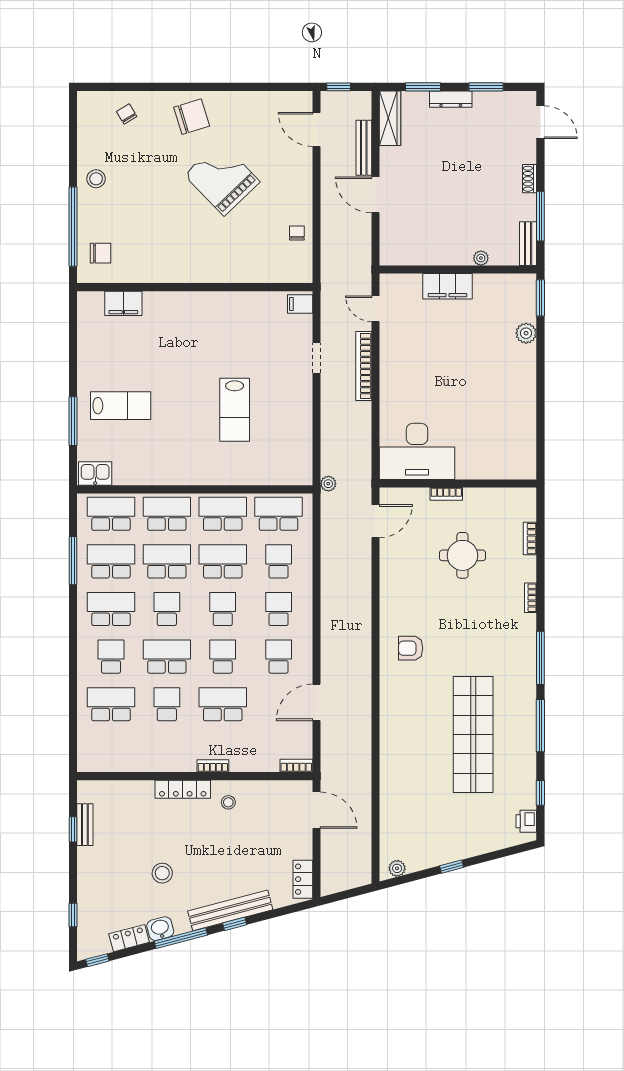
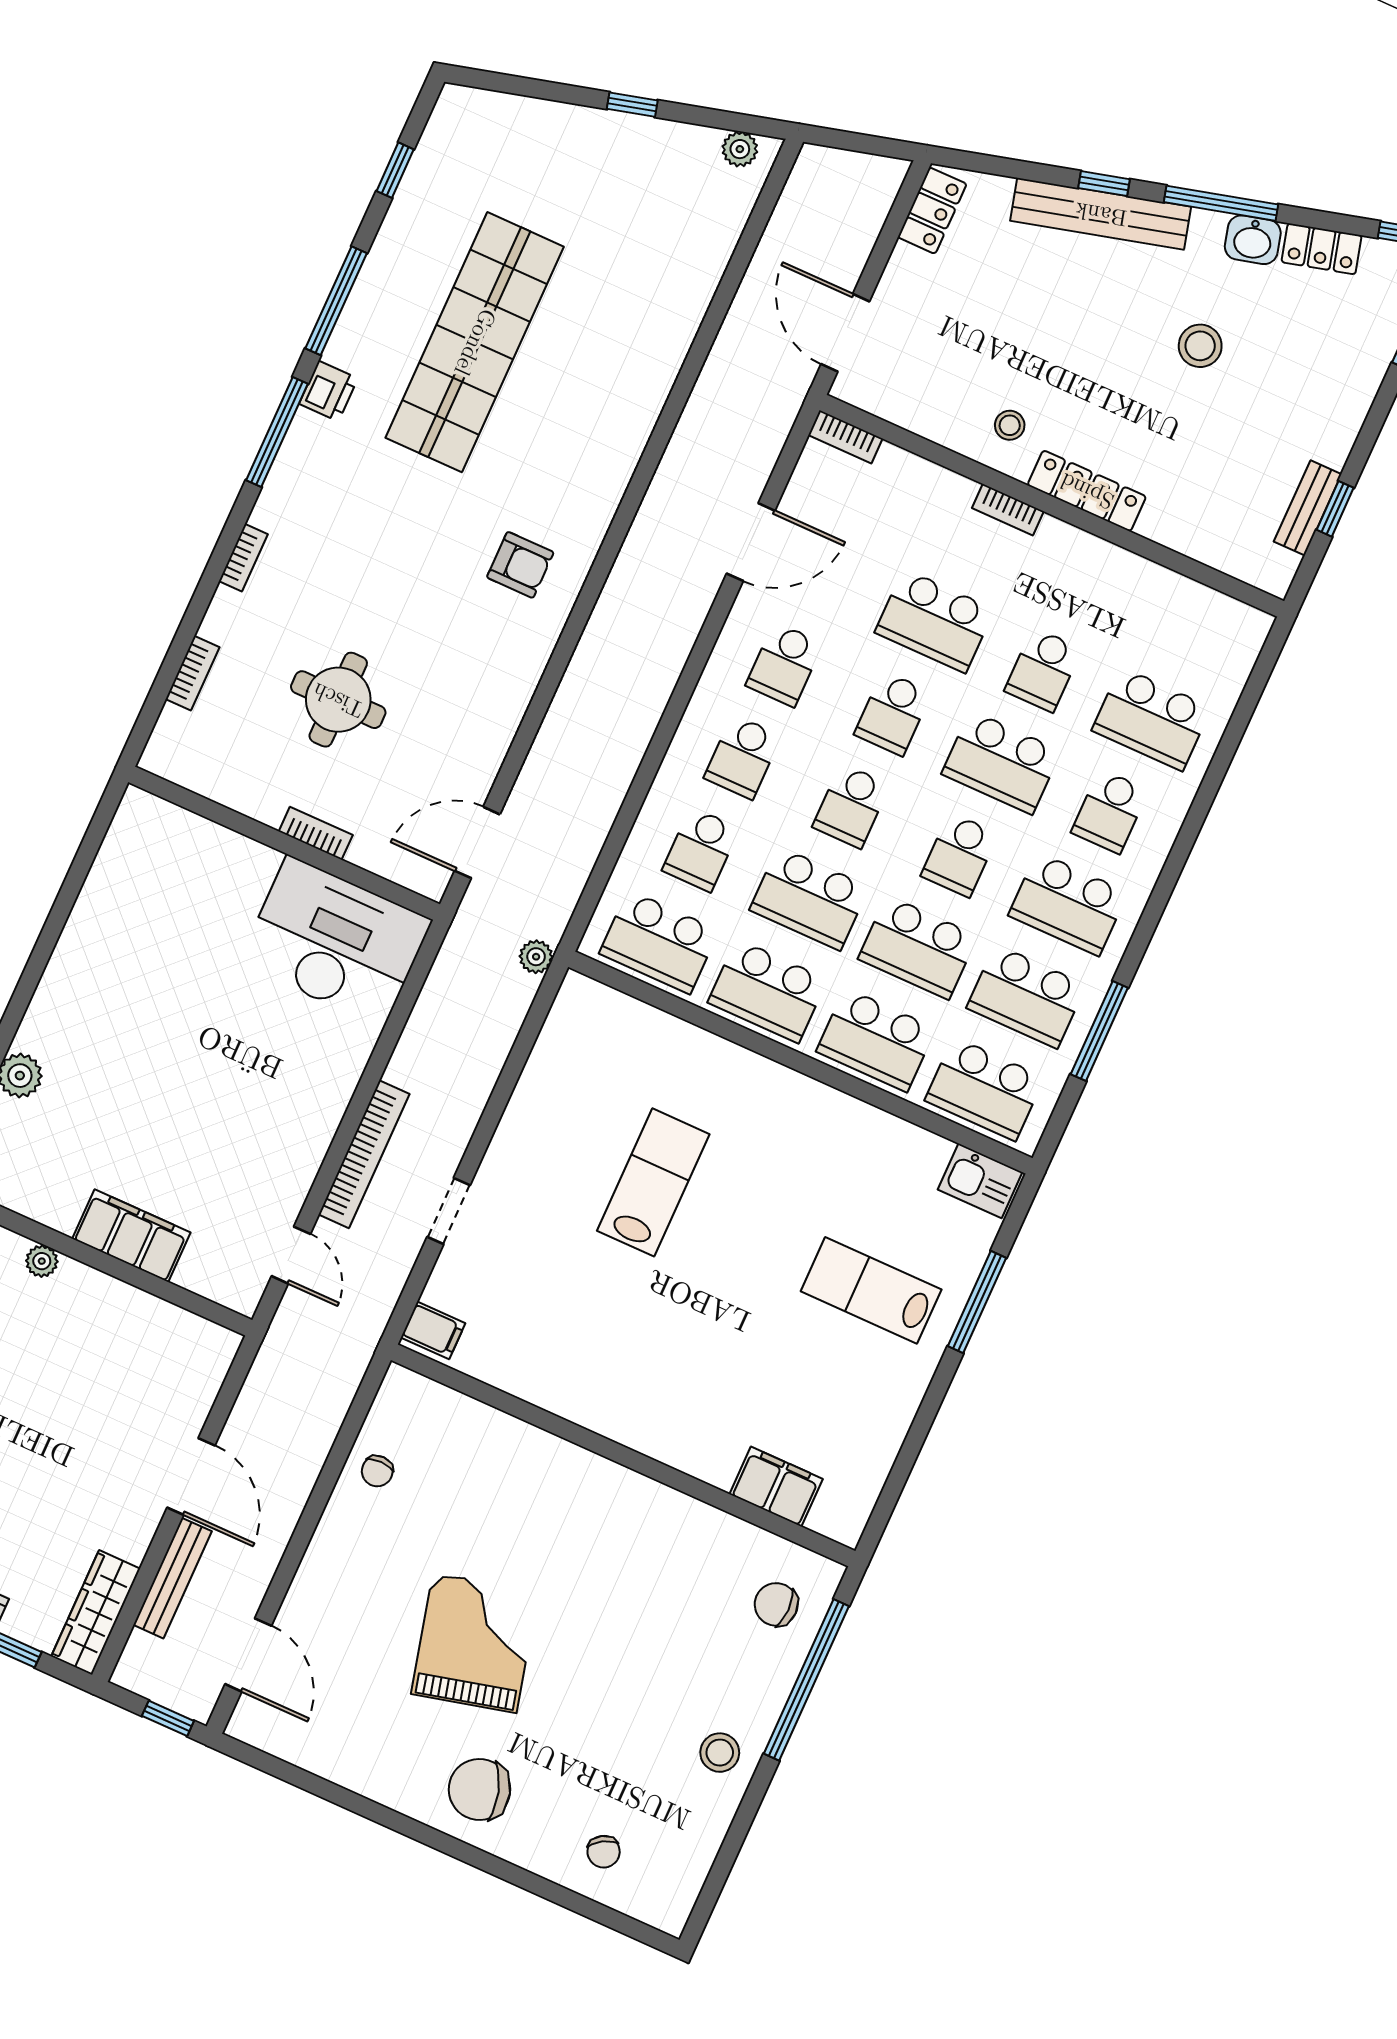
grand piano: (222, 178) -> (475, 1643), turned -150
printer: (526, 821) -> (328, 391), moved

